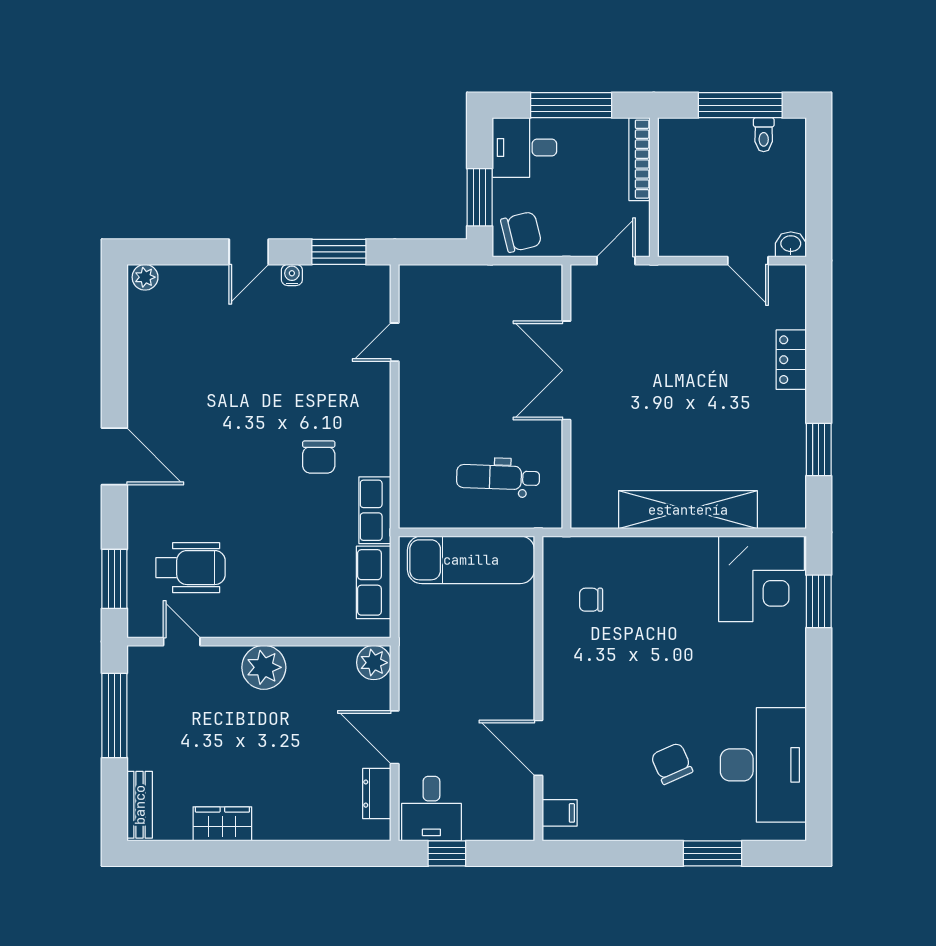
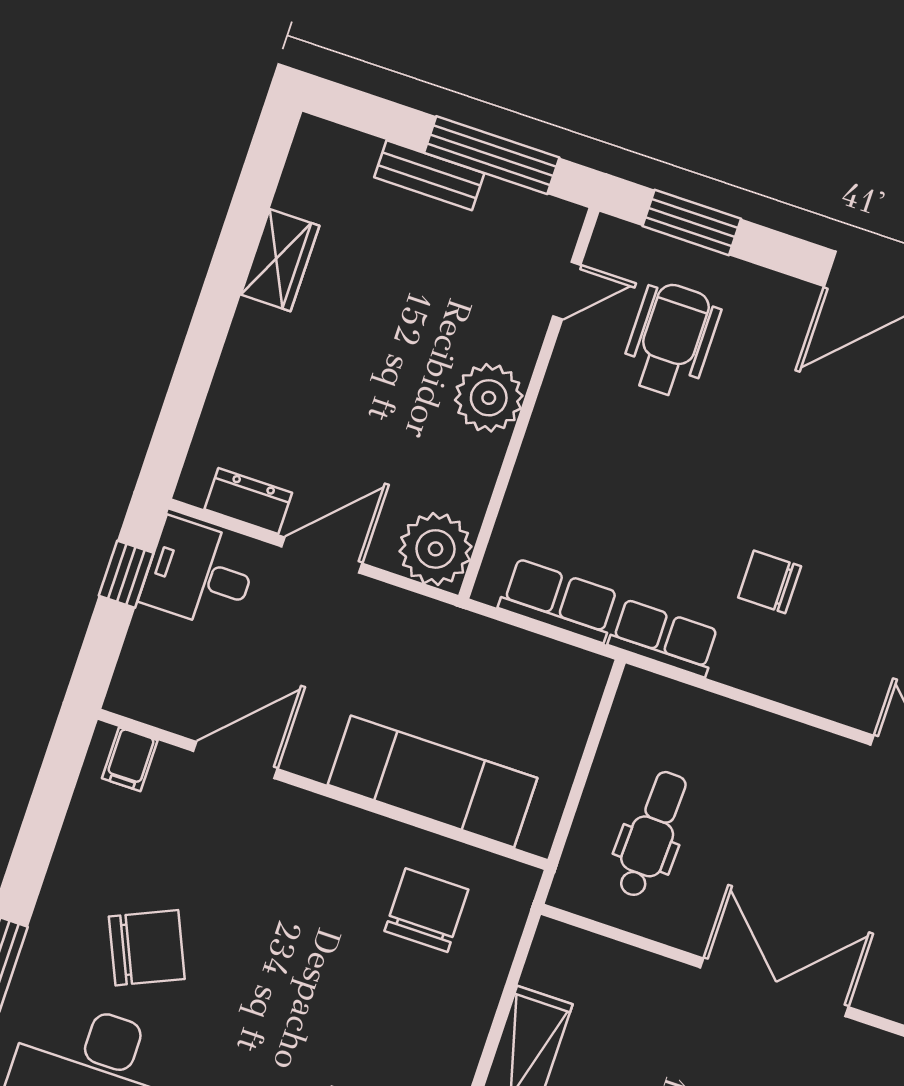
exam couch: (471, 560) -> (432, 781), moved, turned 90
wheelchair: (191, 568) -> (671, 340), turned 180
chair: (591, 600) -> (426, 910), width x1.87, depth x1.87
plant: (374, 663) -> (435, 549), width x1.36, depth x1.36
chair: (672, 764) -> (147, 948), width x1.37, depth x1.37
bench: (140, 805) -> (429, 175), moved

